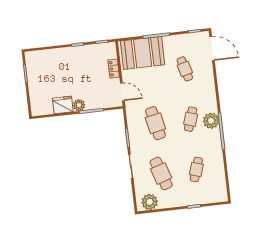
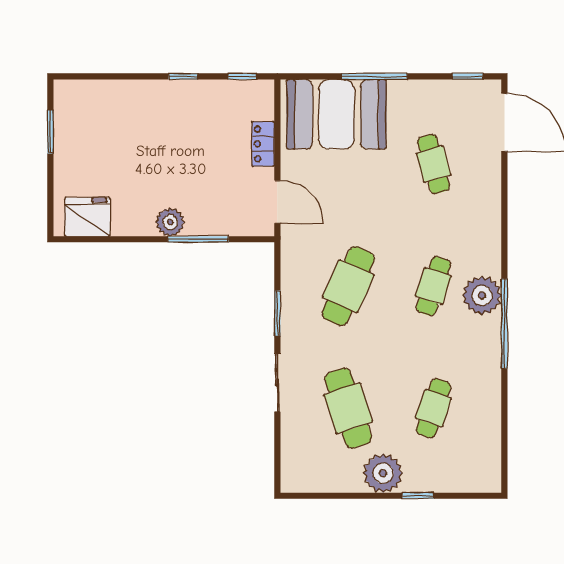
fridge: (63, 105) -> (87, 217), moved
cafe table: (155, 123) -> (348, 286), turned 36
plant: (150, 202) -> (383, 473), moved

